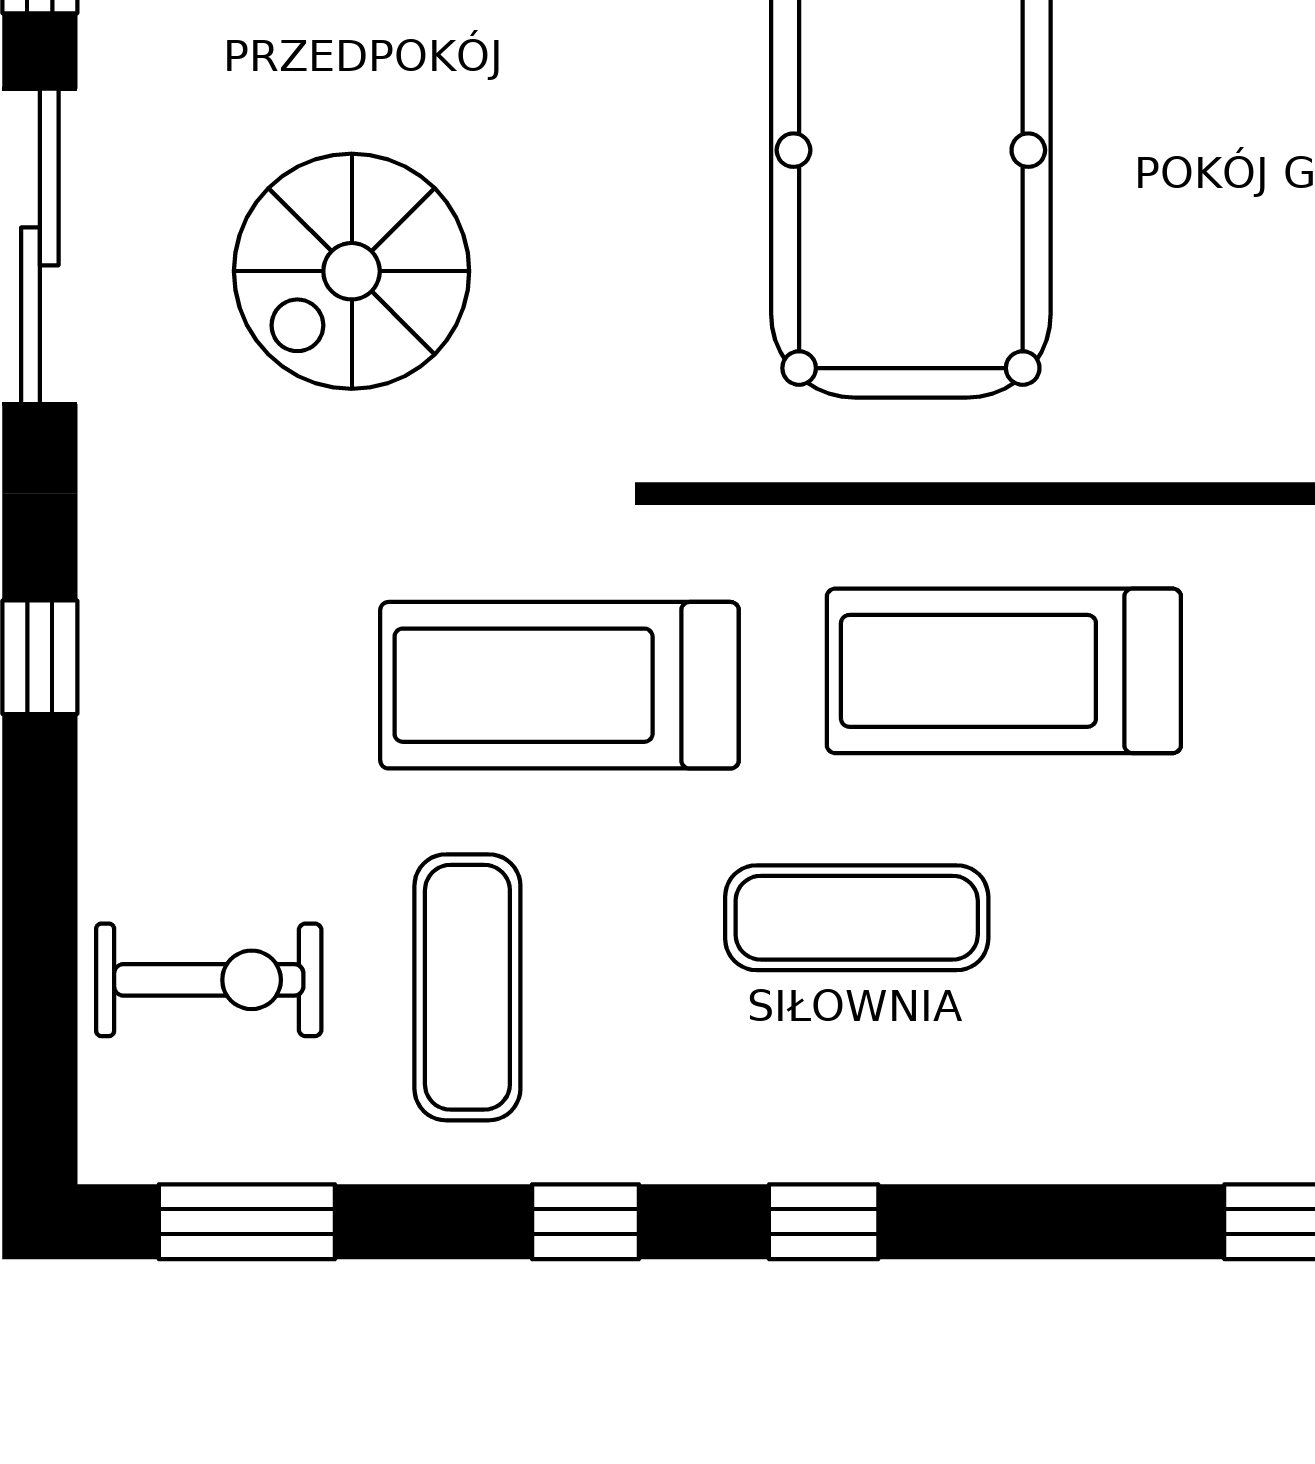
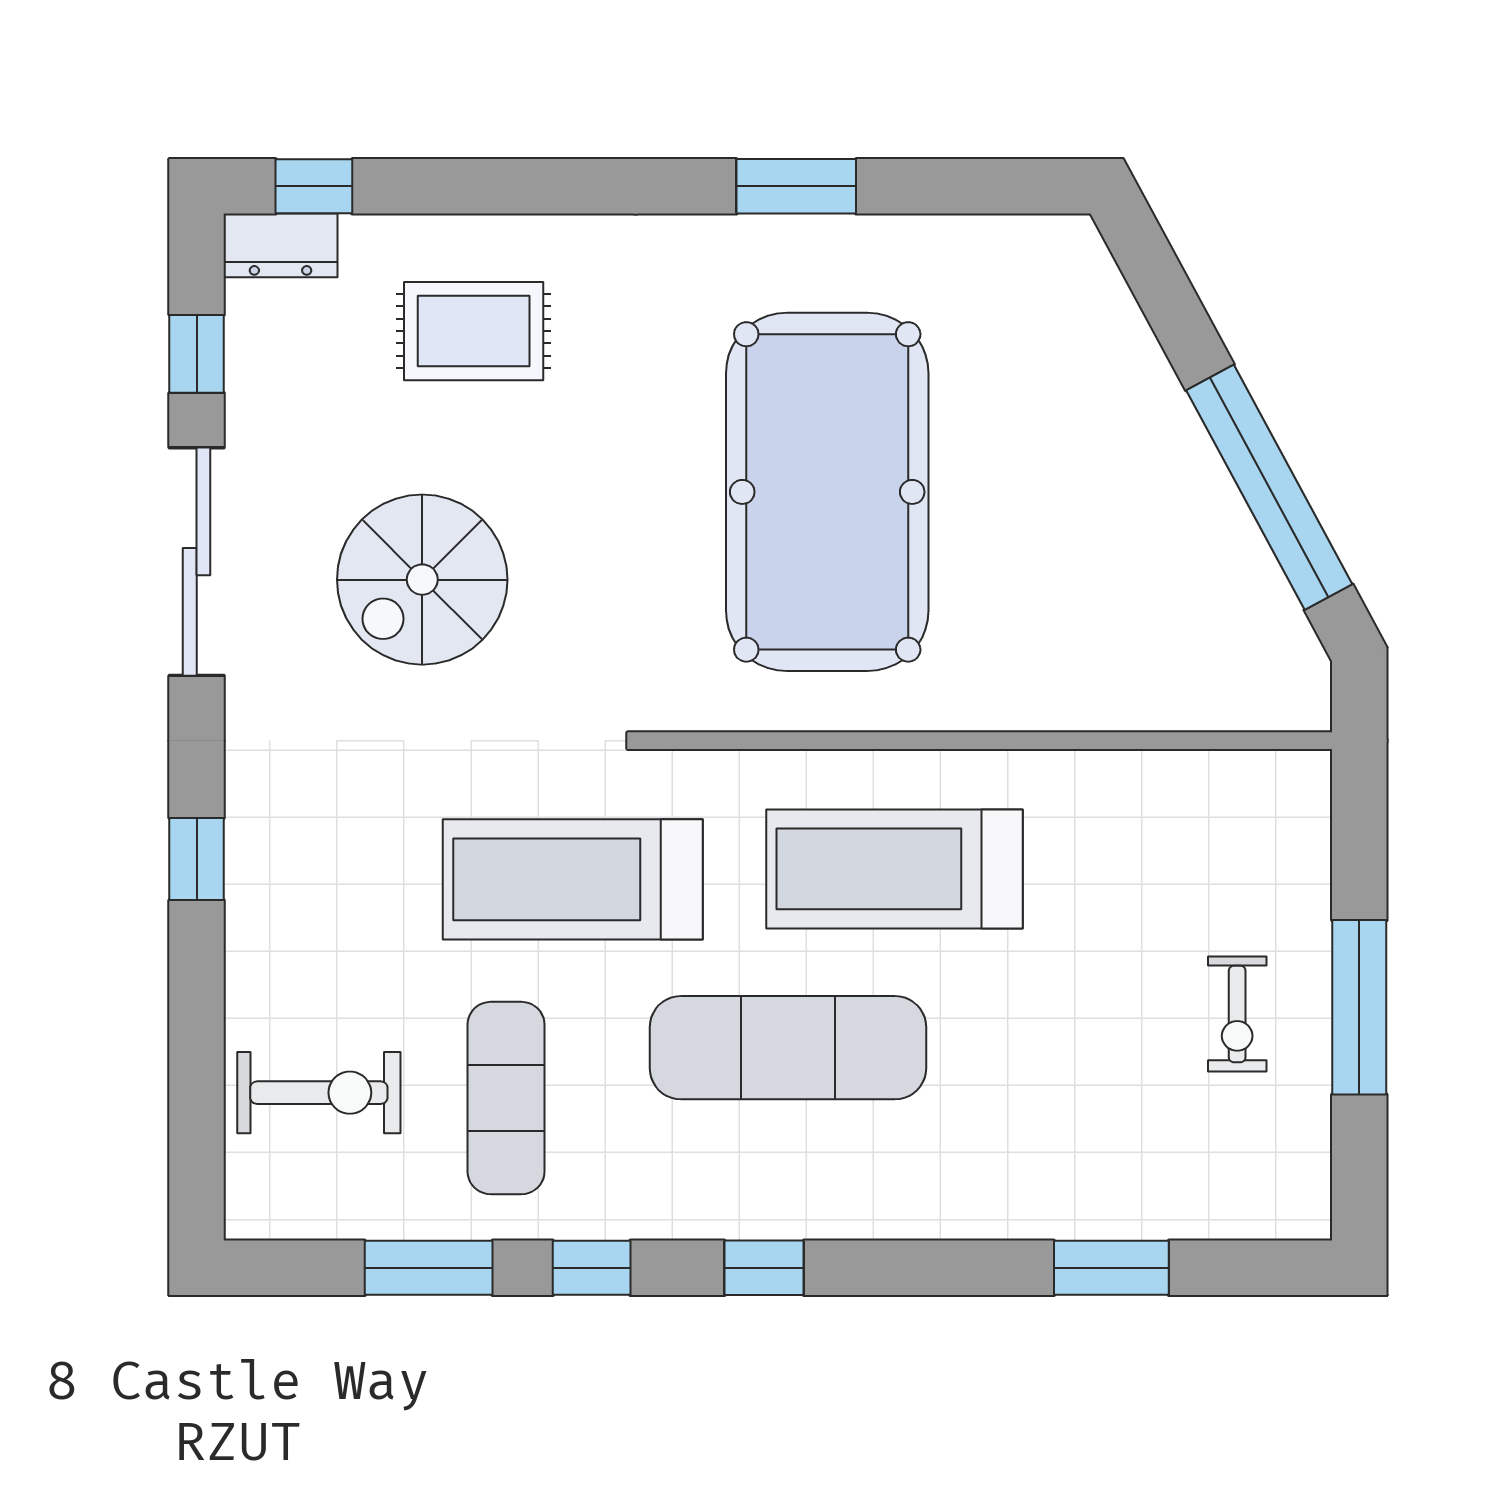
exercise mat: (857, 918) -> (788, 1048), width x1.36, depth x1.45
window: (247, 1222) -> (429, 1268), moved

